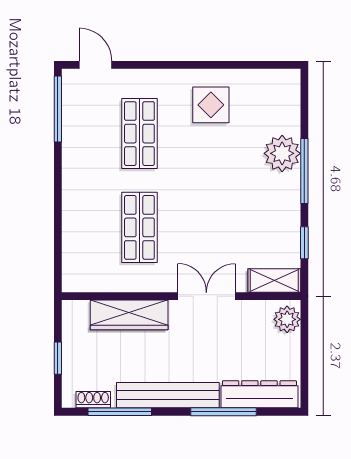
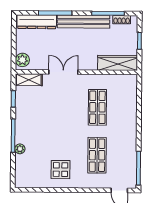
plant: (282, 153) -> (20, 149), width x0.53, depth x0.53
double door: (206, 296) -> (63, 72), swing flipped
wardrobe: (129, 315) -> (118, 63), moved

